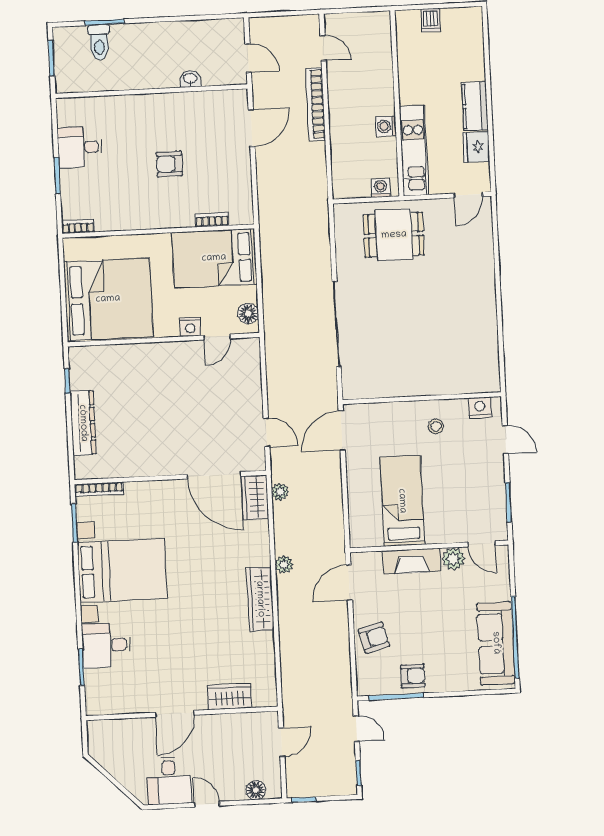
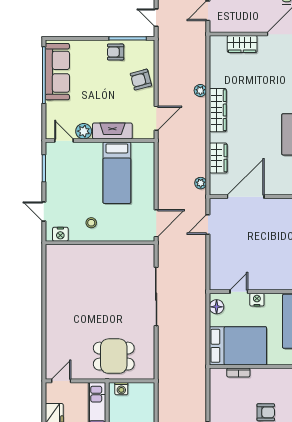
door: (266, 432) -> (208, 224), hinge flipped
door: (214, 475) -> (246, 197), hinge flipped
wardrobe: (255, 497) -> (218, 158), moved
plant: (284, 565) -> (200, 90), moved

